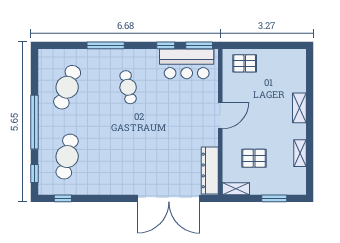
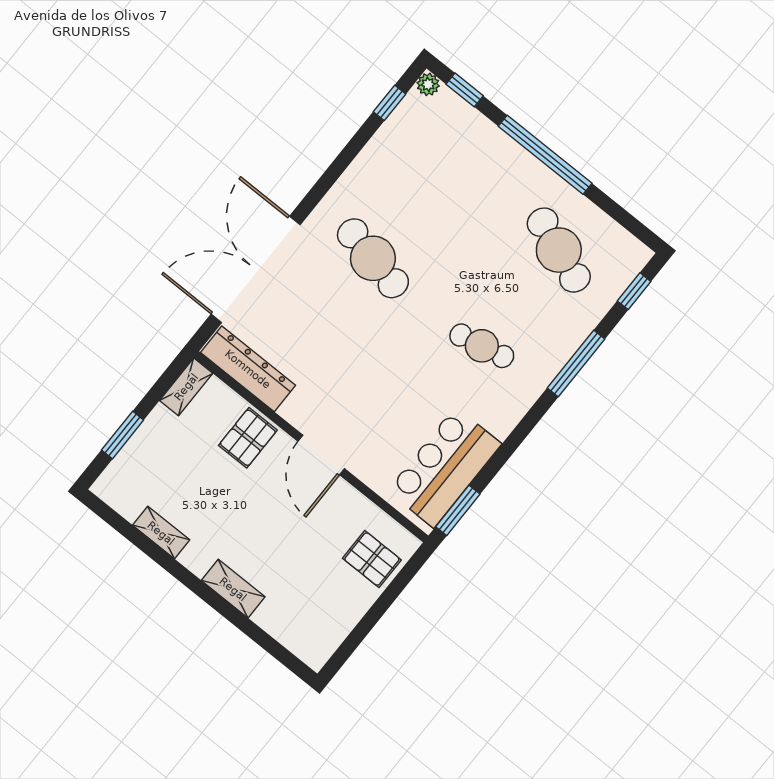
window: (166, 45) -> (634, 291), moved
pallet: (245, 63) -> (372, 559), turned 90
cafe table: (67, 157) -> (373, 258), moved
pallet: (254, 158) -> (248, 438), moved
plant: (44, 189) -> (428, 84), added

